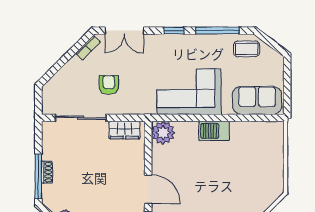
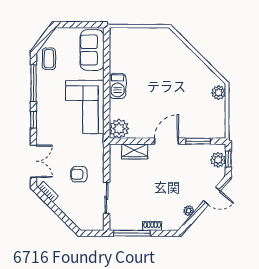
sliding door: (81, 118) -> (107, 198), width x0.73
wardrobe: (124, 130) -> (135, 151), moved, turned 90
window: (38, 176) -> (132, 233), moved

